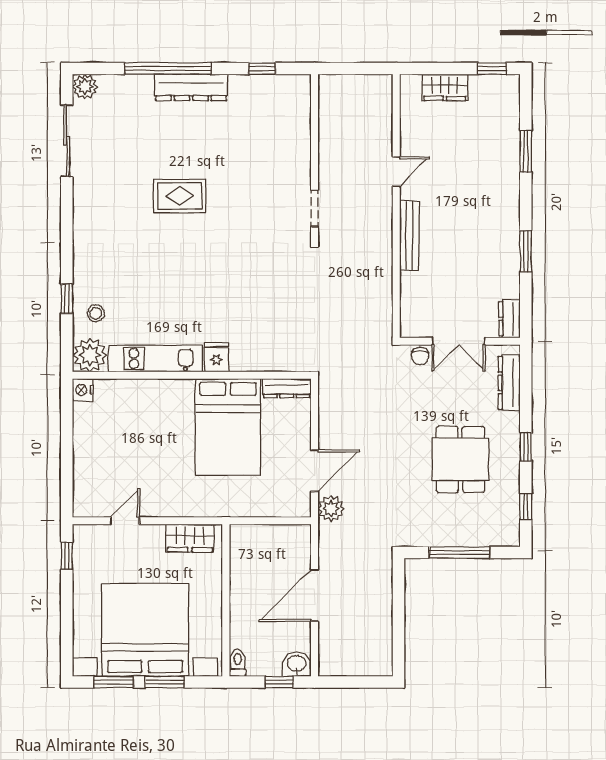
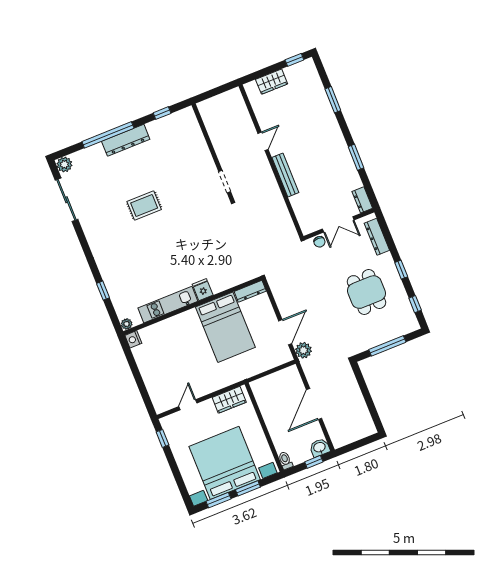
stool: (96, 313) -> (123, 292), removed
plant: (90, 355) -> (127, 324), width x0.53, depth x0.53

